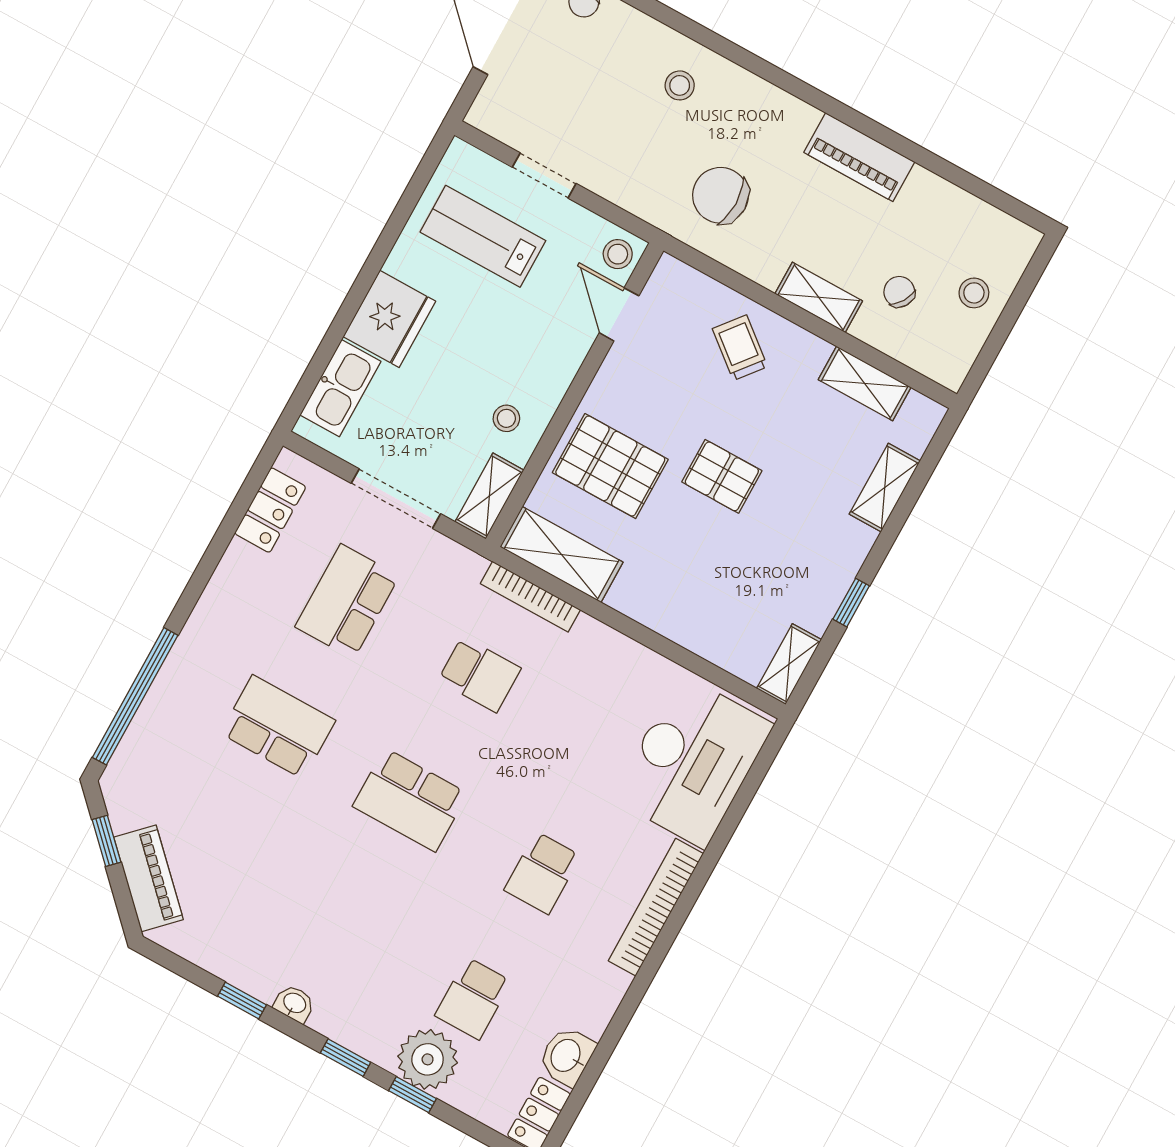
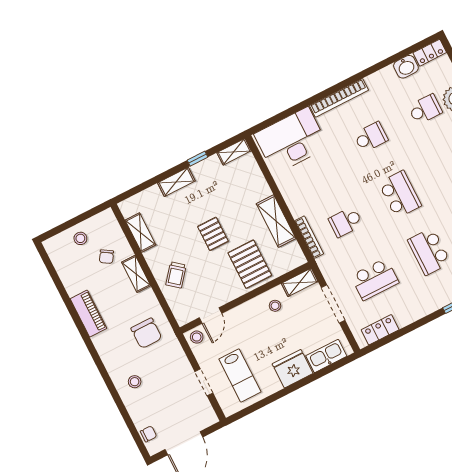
shelving: (885, 488) -> (176, 182), moved
shelving: (562, 555) -> (276, 221), moved
school desk: (479, 674) -> (346, 222), turned -90

